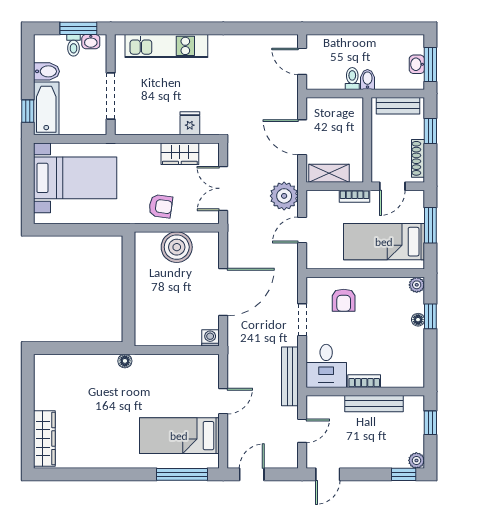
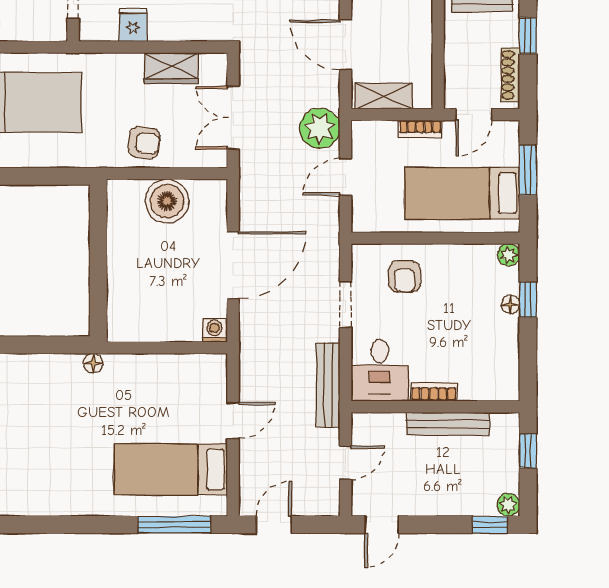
fridge: (190, 123) -> (133, 25), moved

